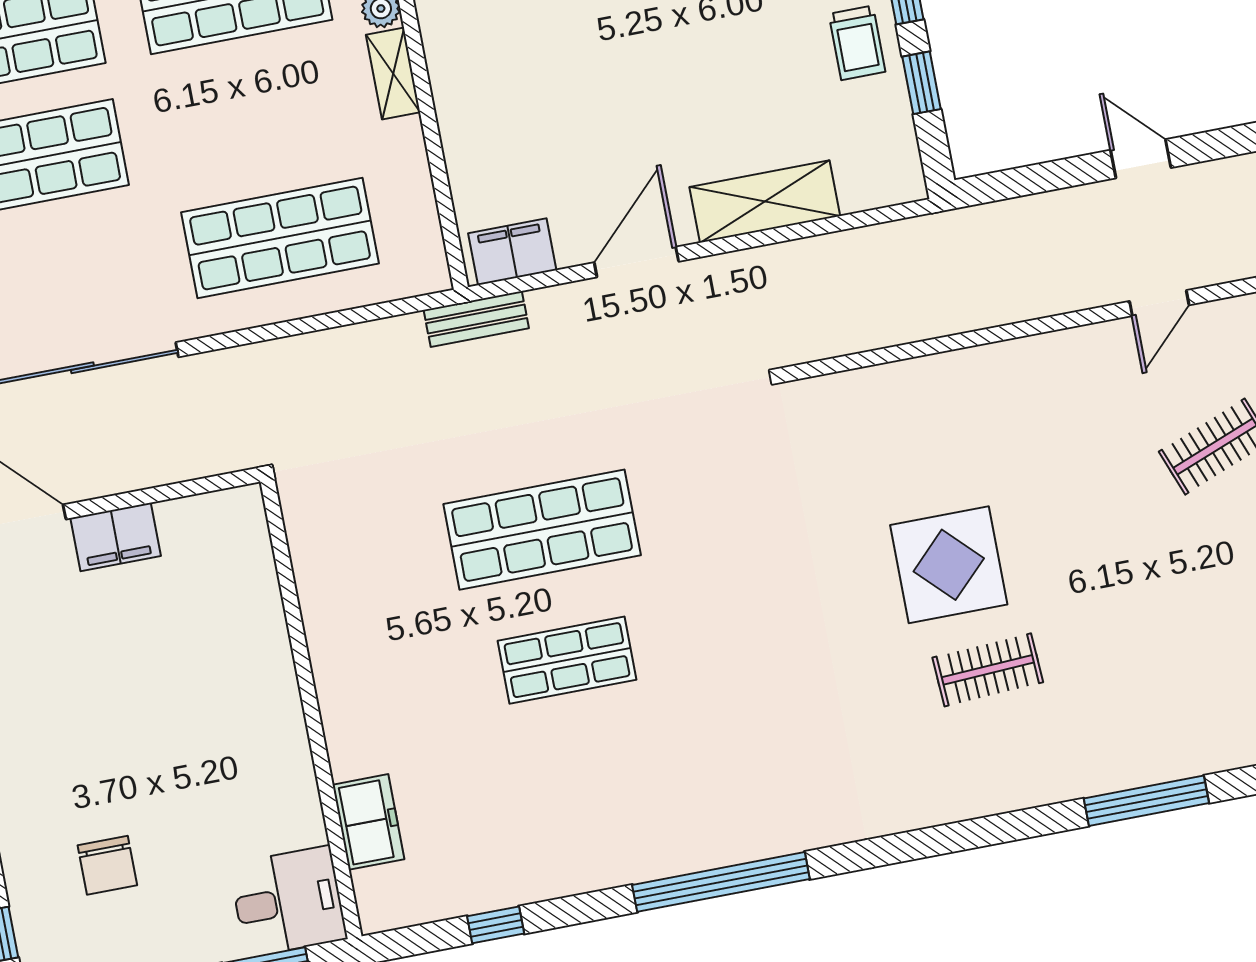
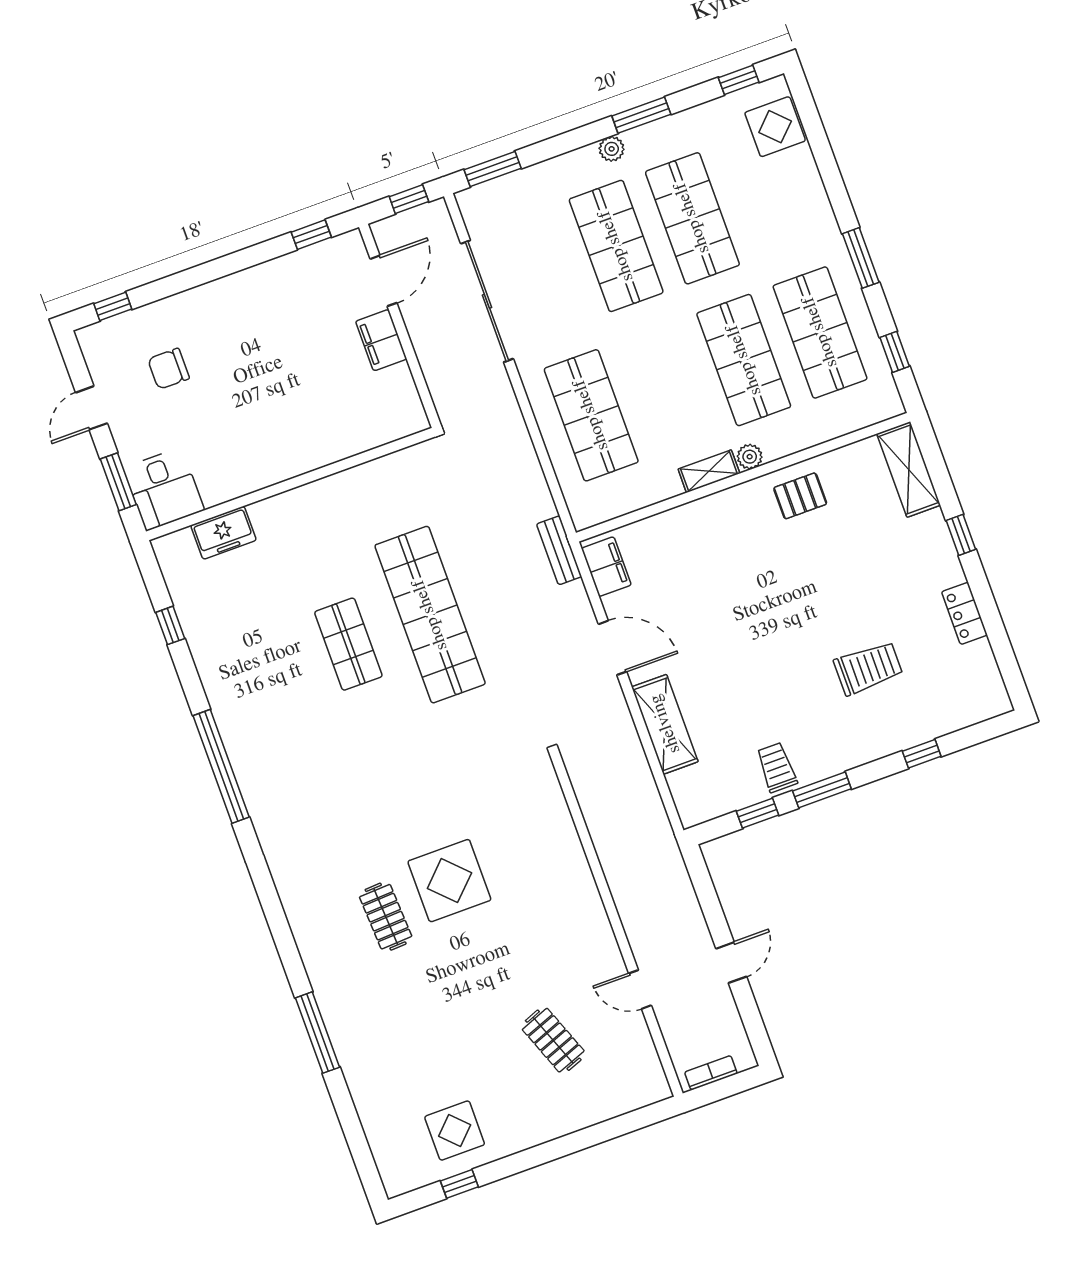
trolley: (857, 43) -> (777, 768), turned 90
shop shelf: (542, 530) -> (430, 615), width x1.40

